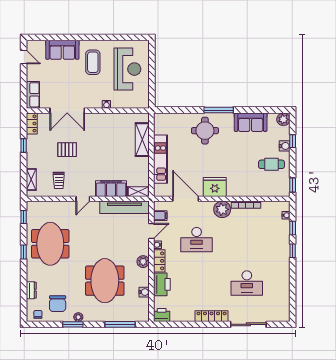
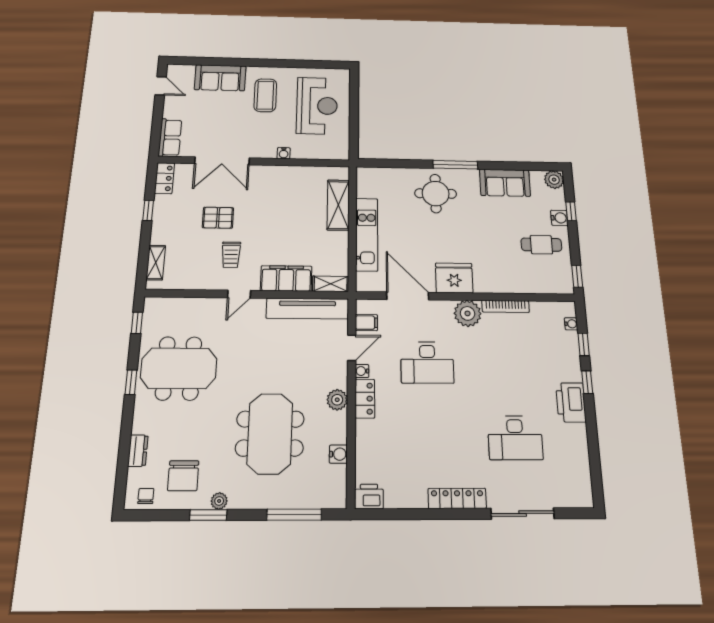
trolley: (59, 180) -> (231, 255), moved
meeting table: (50, 244) -> (179, 368), turned 90
printer: (162, 284) -> (571, 402), moved, turned 180

